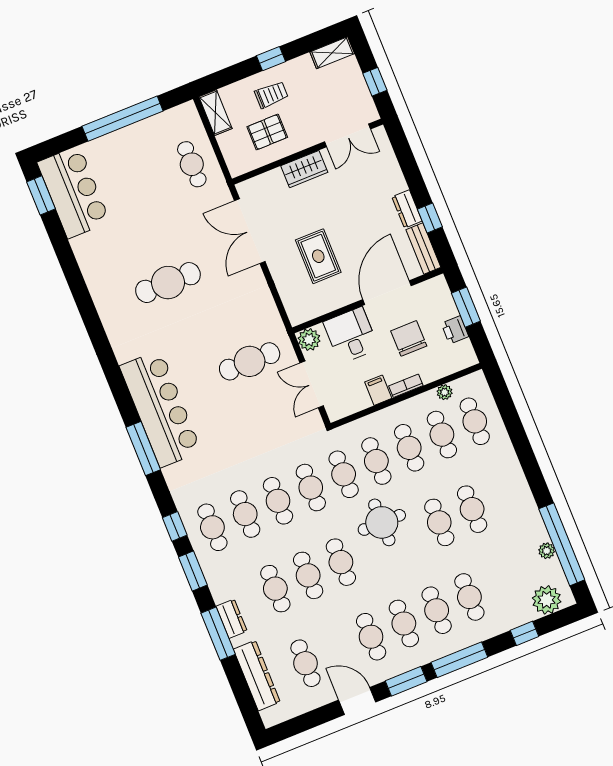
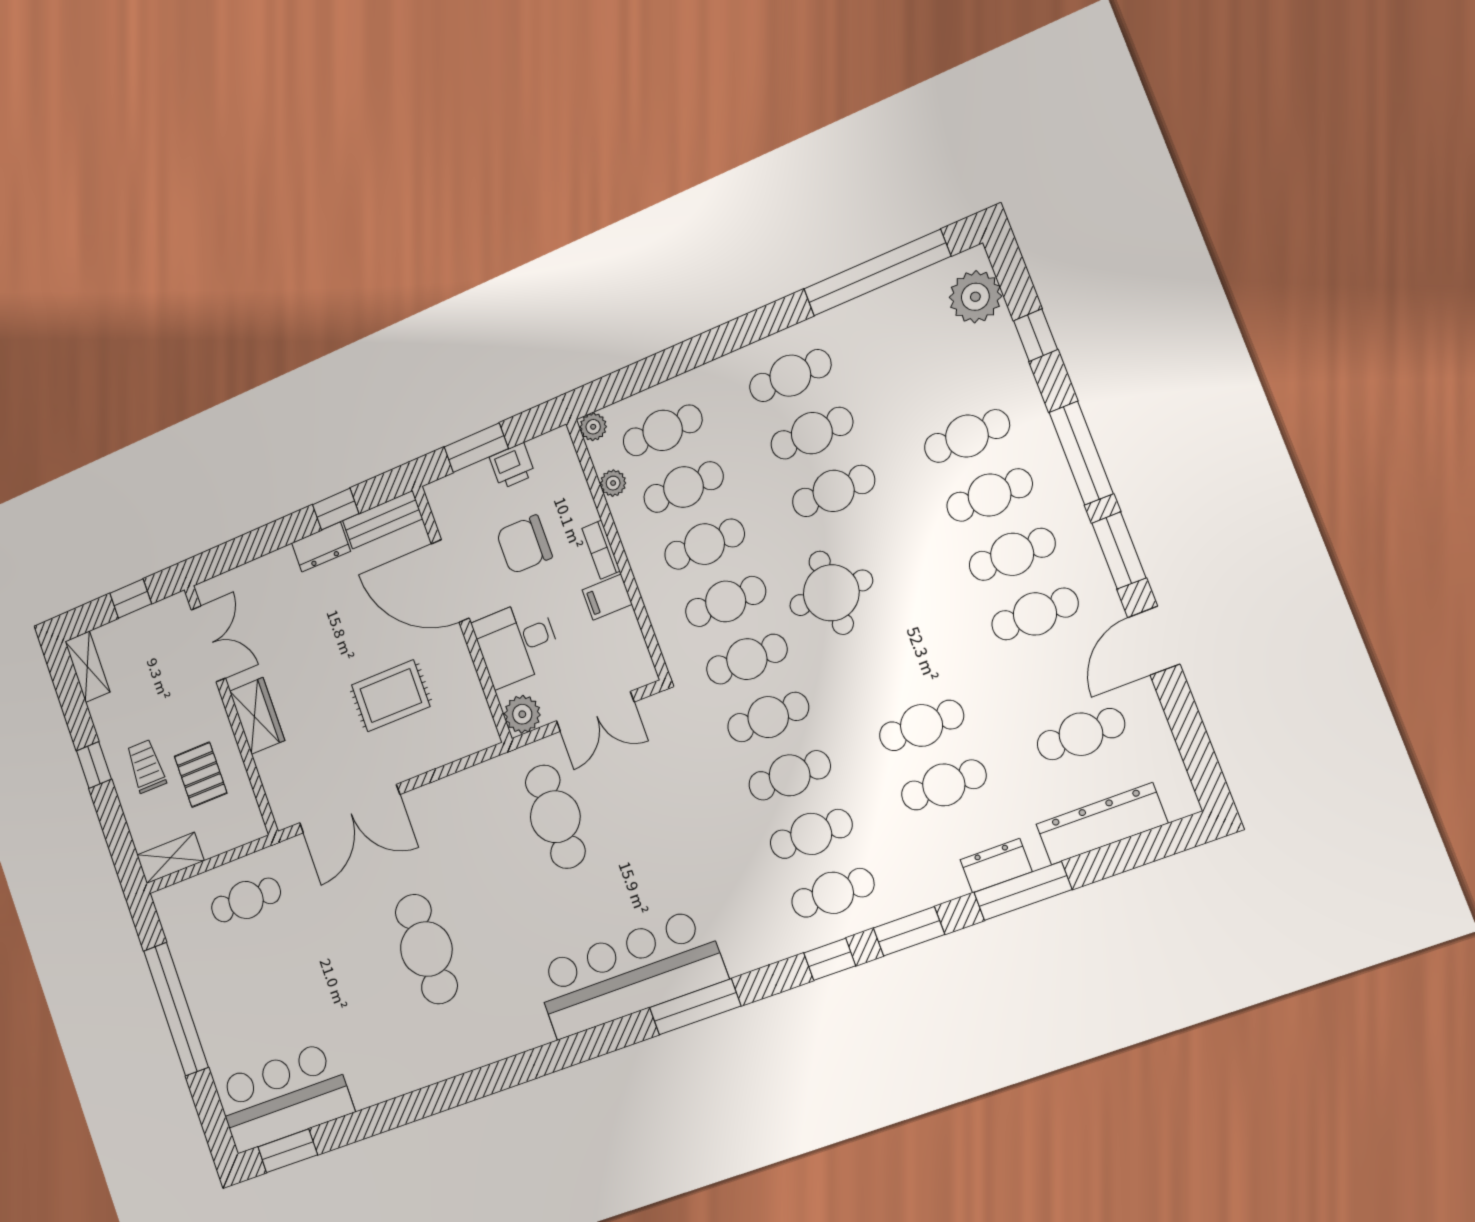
plant: (547, 551) -> (593, 427), moved
cafe table: (341, 562) -> (790, 376), moved

